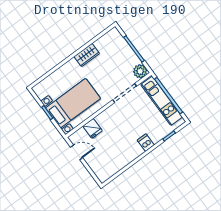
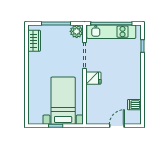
wardrobe: (87, 55) -> (34, 41), moved
fridge: (92, 128) -> (93, 78), moved
dishwasher: (146, 143) -> (134, 105), moved
door: (77, 152) -> (117, 126), moved

